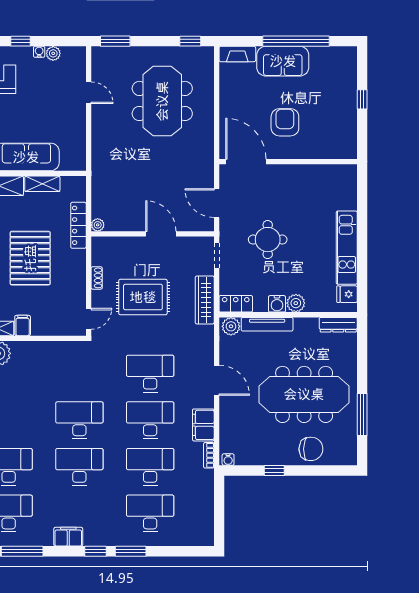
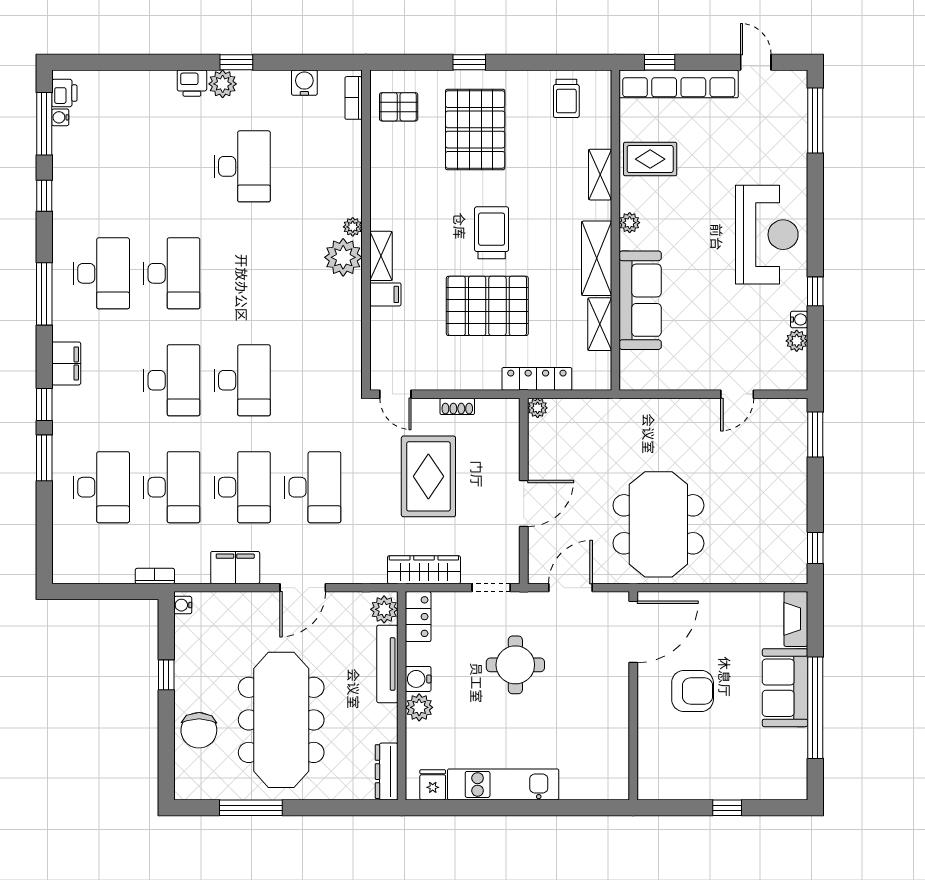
meeting table: (162, 101) -> (658, 524), moved, turned 90
bookcase: (209, 455) -> (155, 576), moved

